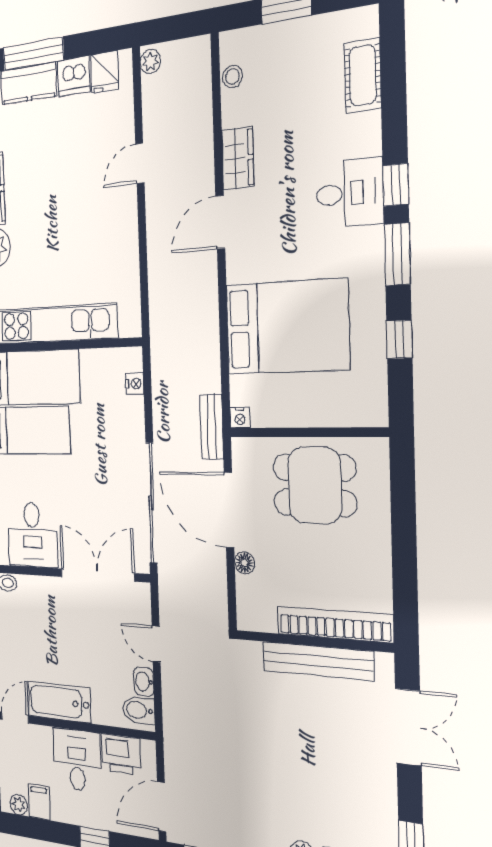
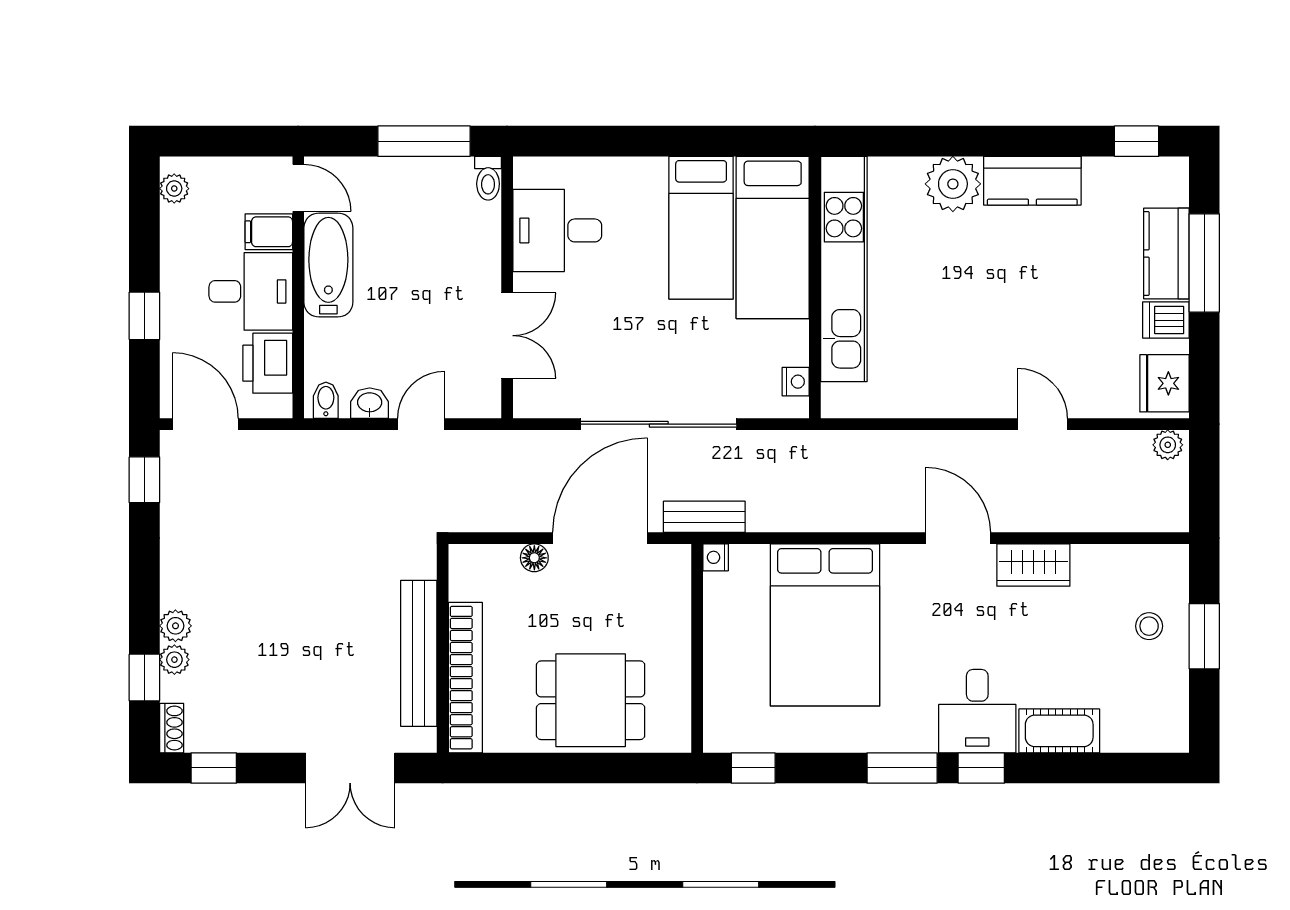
fridge: (105, 72) -> (1164, 383), width x1.38
dishwasher: (74, 76) -> (1166, 320), width x0.73
cot: (363, 76) -> (1059, 731), moved
stool: (232, 77) -> (1149, 626), moved
window: (399, 339) -> (753, 768), moved
nightstand: (135, 384) -> (796, 382), moved, turned -90
dining table: (315, 485) -> (591, 700), moved, turned 90
sliding door: (151, 503) -> (659, 424), moved
double door: (97, 575) -> (507, 336), width x0.73
bidet: (139, 710) -> (326, 400), width x0.72, depth x0.74
filing cabinet: (39, 802) -> (269, 232), moved, turned 180

